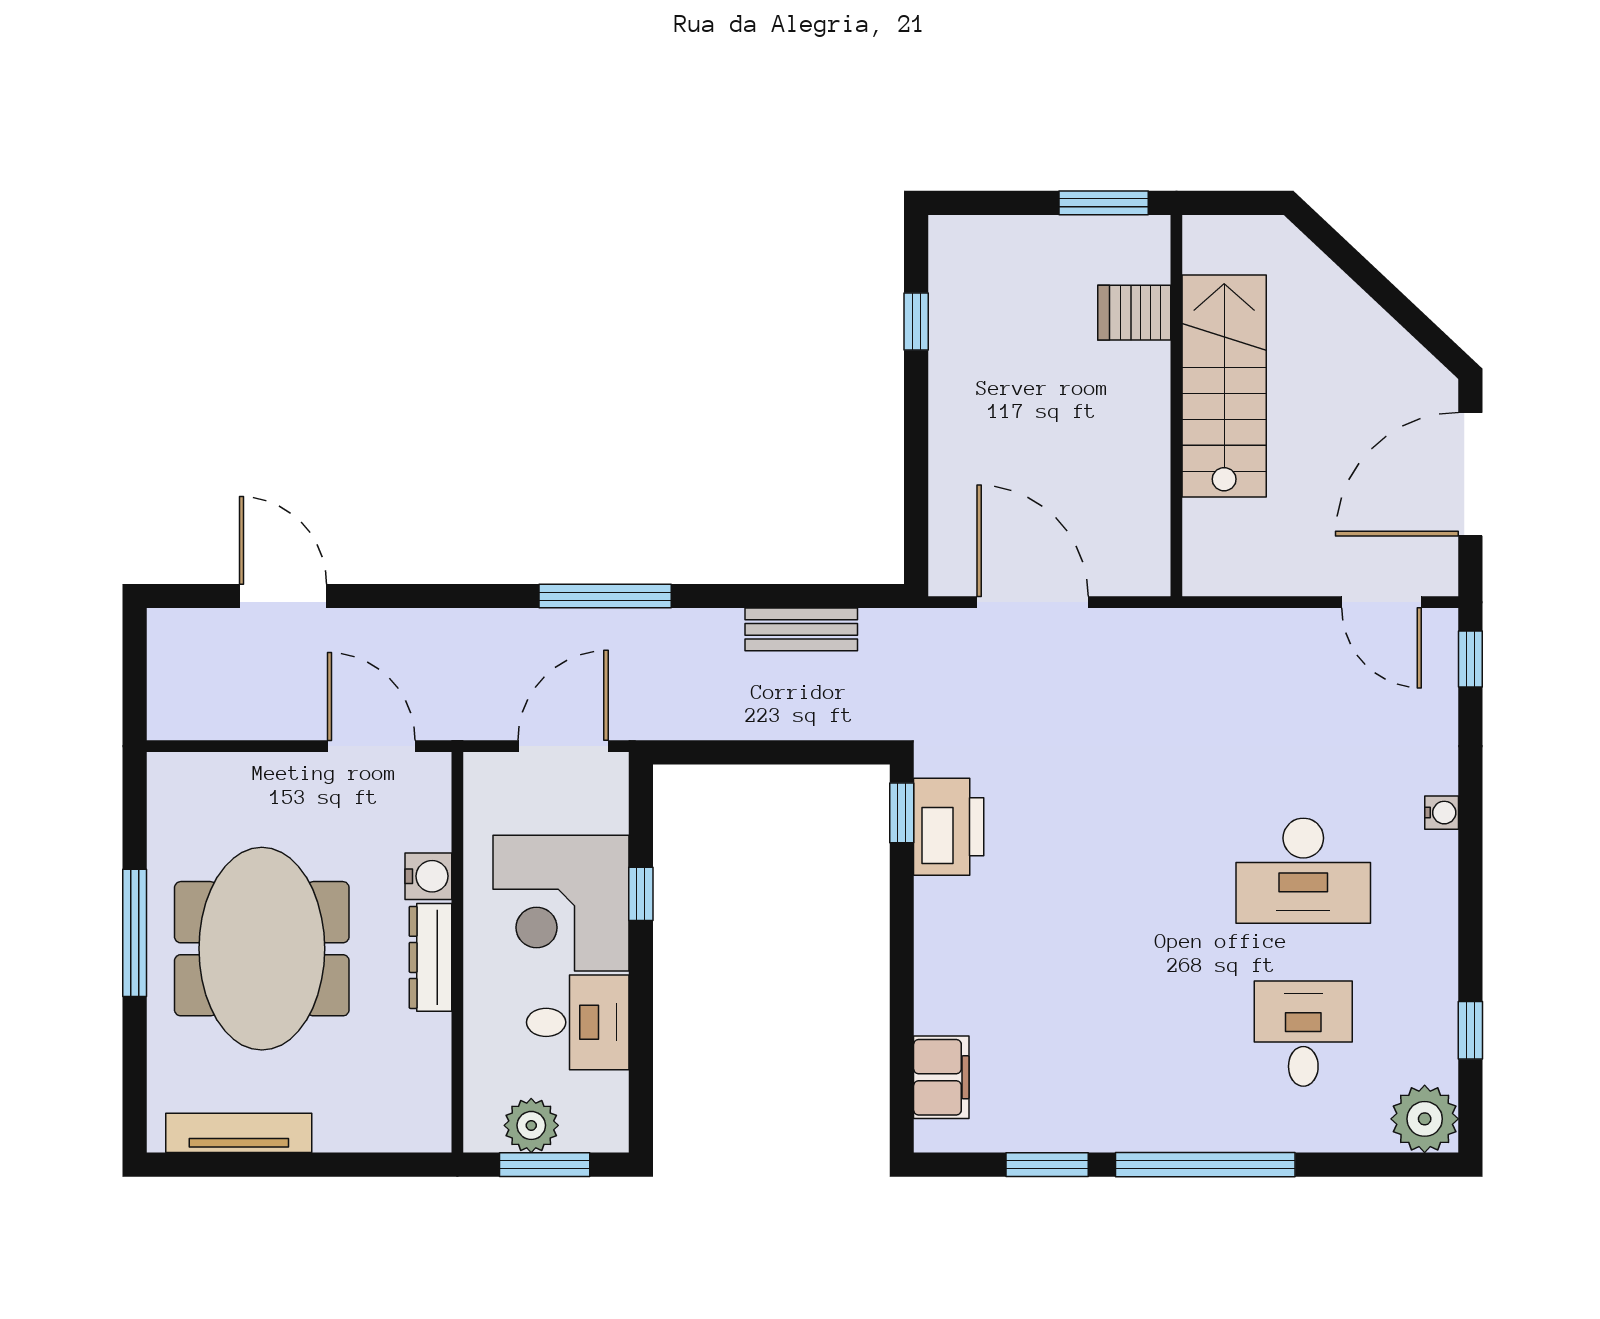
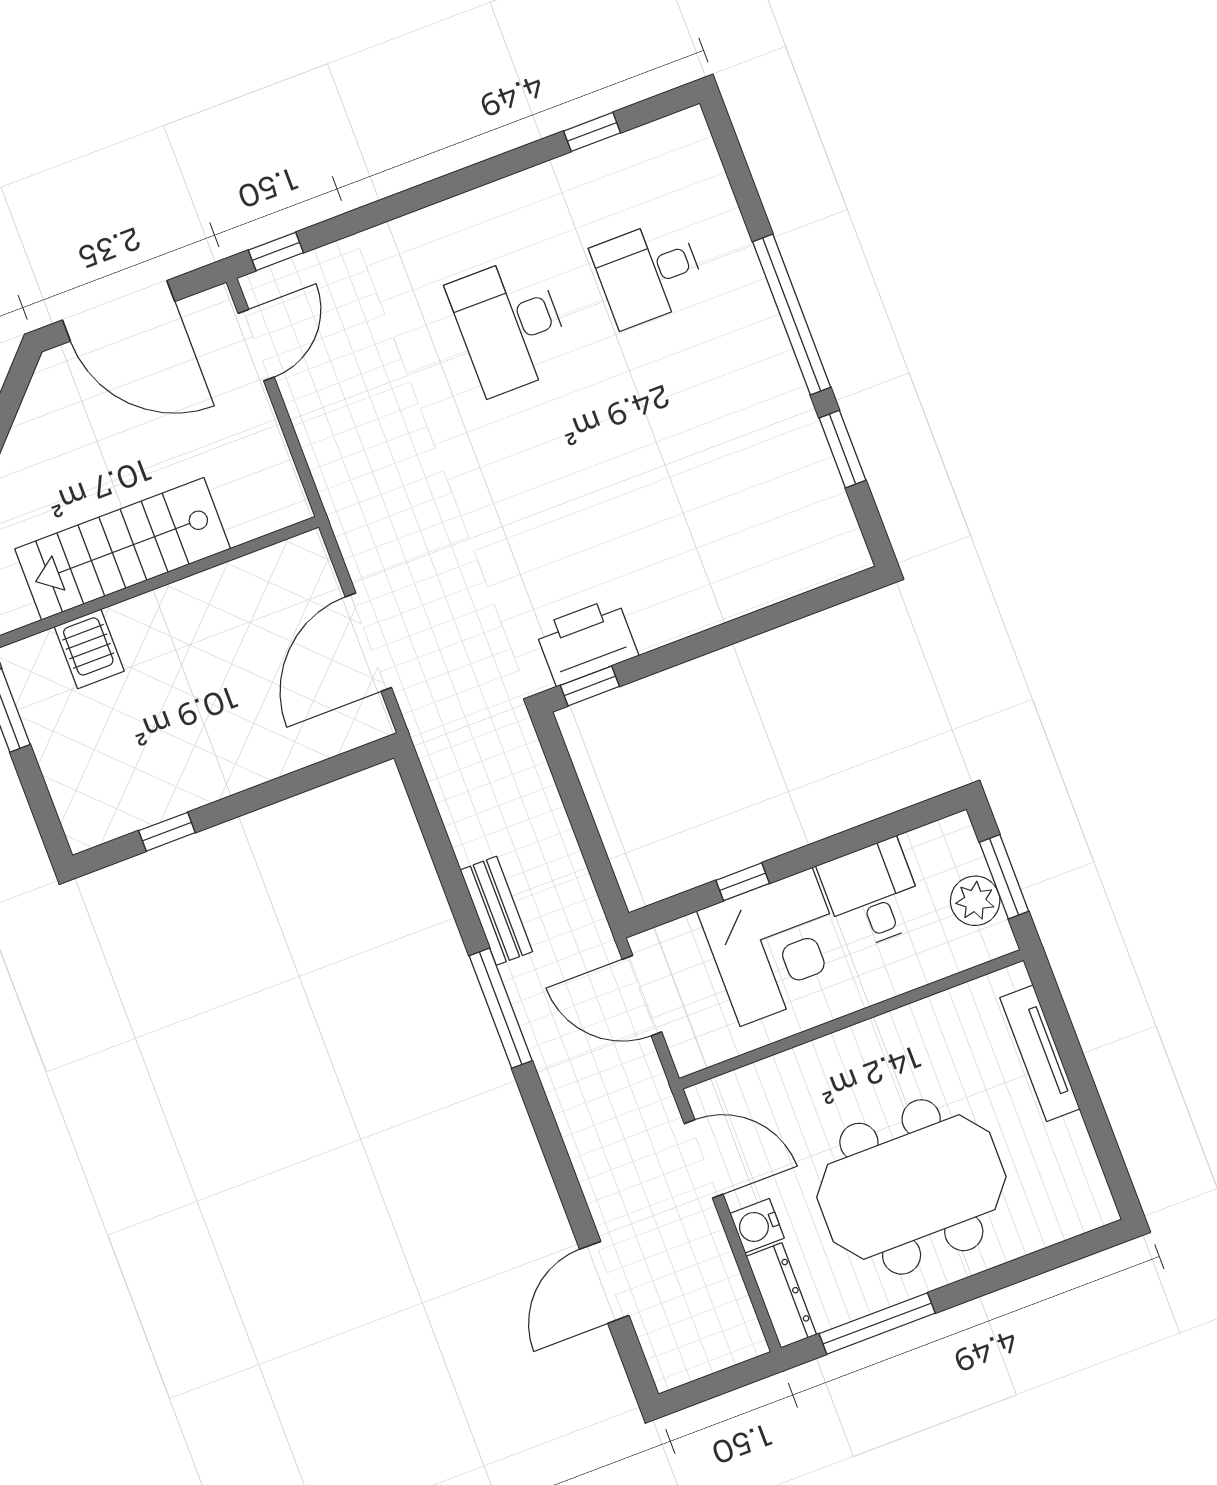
bench: (801, 629) -> (496, 911), moved
door: (371, 746) -> (704, 1159), swing flipped
water cooler: (1442, 813) -> (416, 226), removed
desk: (1303, 871) -> (510, 325), turned 180
water cooler: (428, 876) -> (757, 1226), moved, turned -90
window: (135, 933) -> (877, 1323), moved
dresser: (430, 957) -> (781, 1296), moved, turned -90
filing cabinet: (941, 1077) -> (802, 567), removed
plant: (1425, 1119) -> (682, 142), removed
tv unit: (239, 1133) -> (1040, 1053), moved

